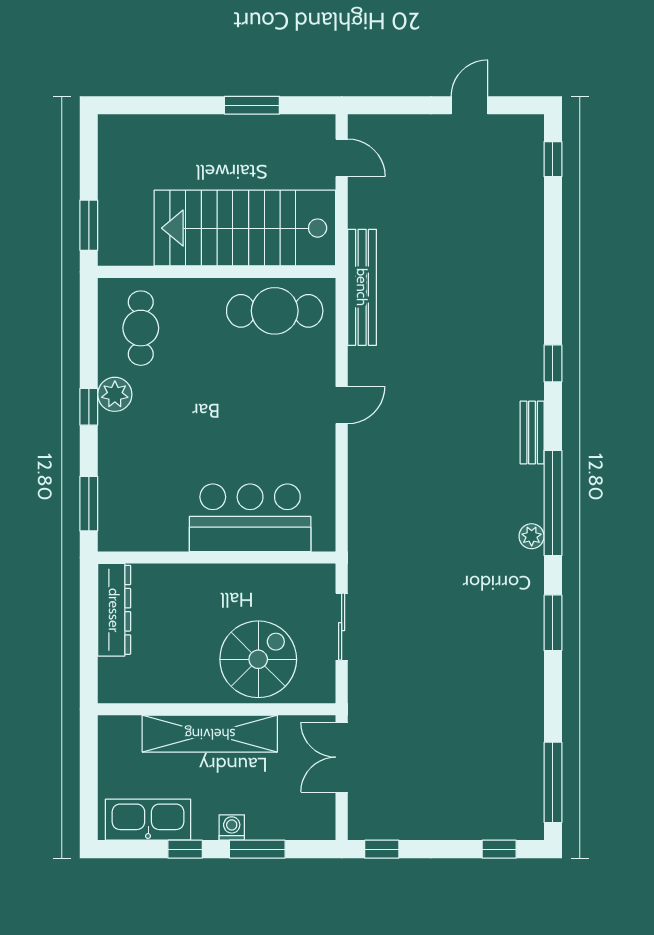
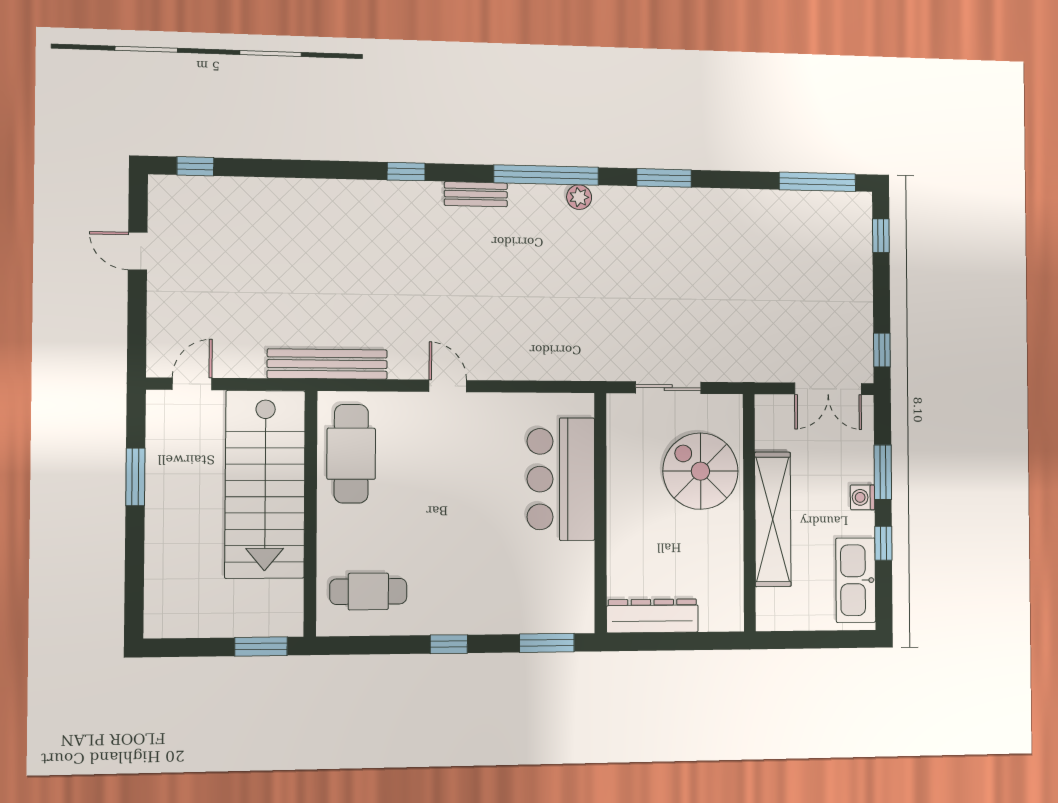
plant: (115, 394) -> (436, 618), removed
double door: (342, 757) -> (828, 389), moved

